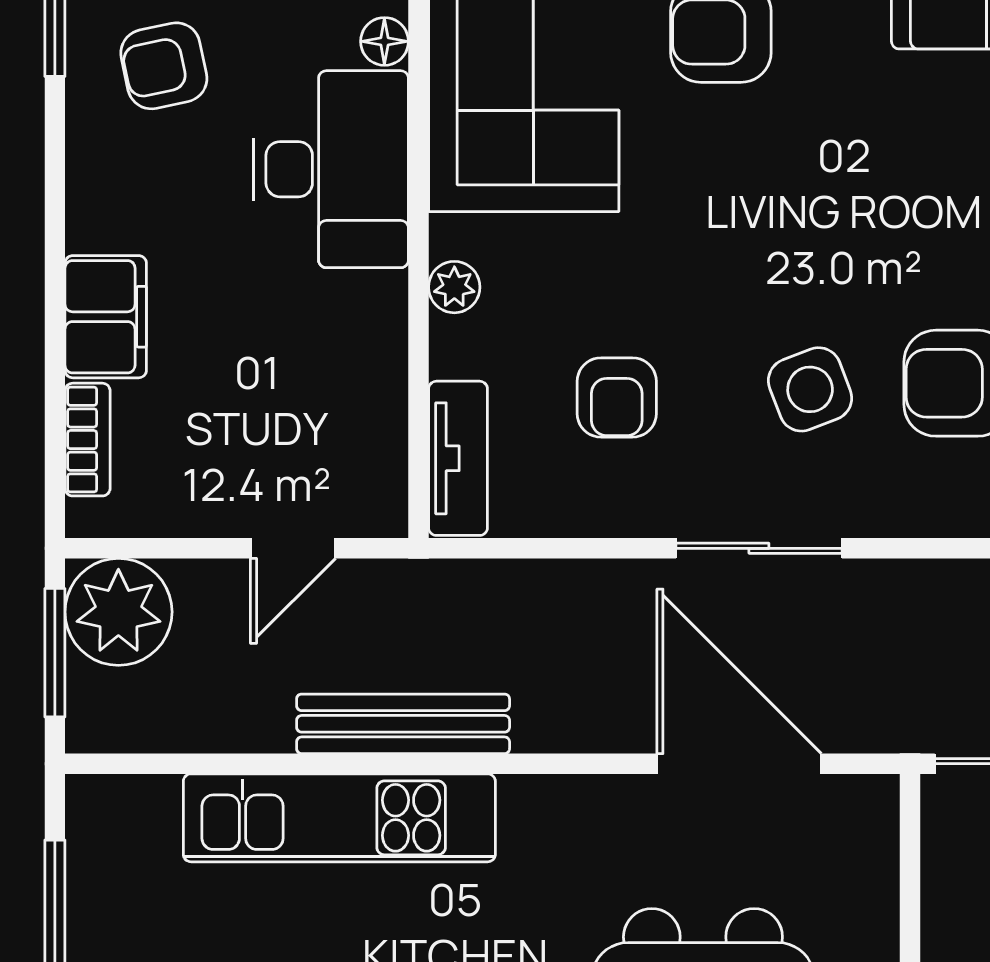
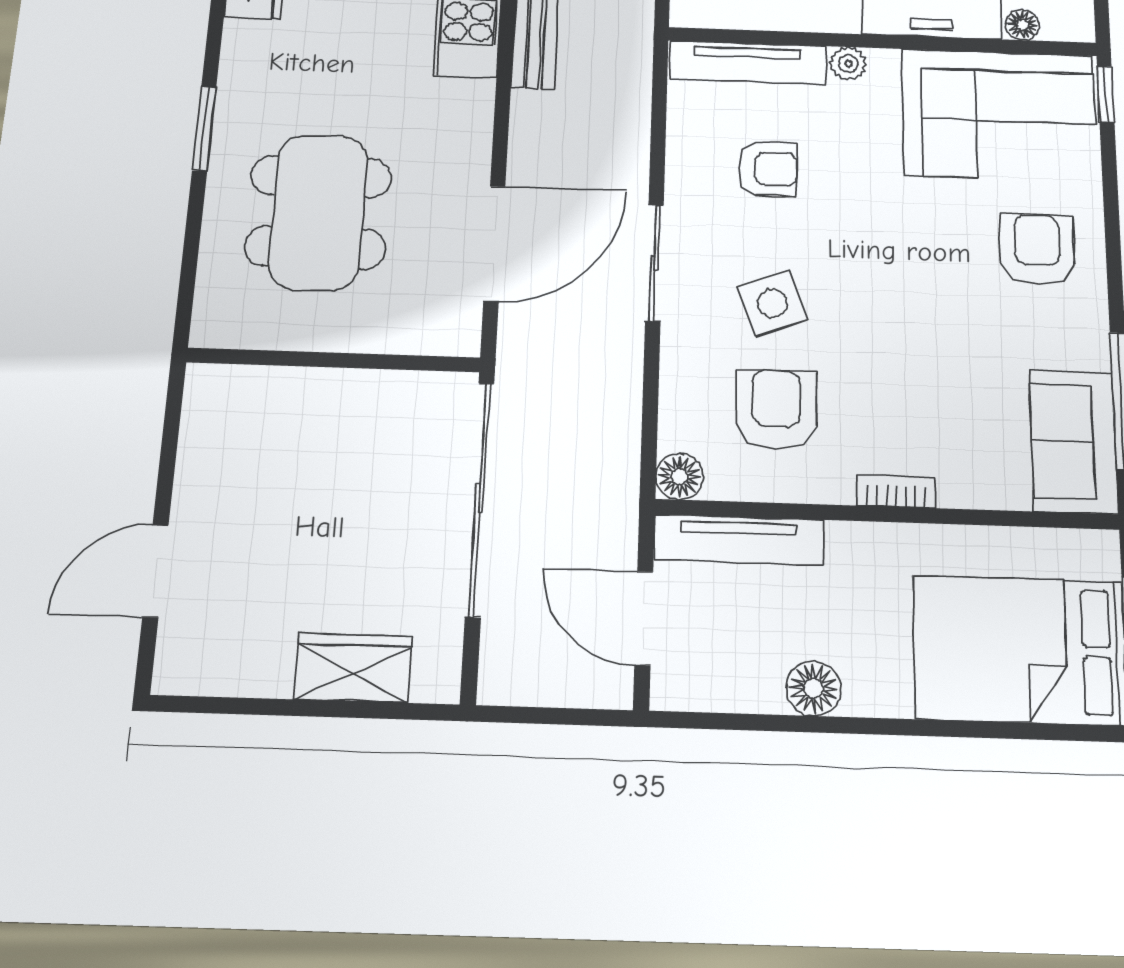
armchair: (617, 397) -> (768, 169), turned 180
tv unit: (458, 458) -> (748, 62), width x1.41

